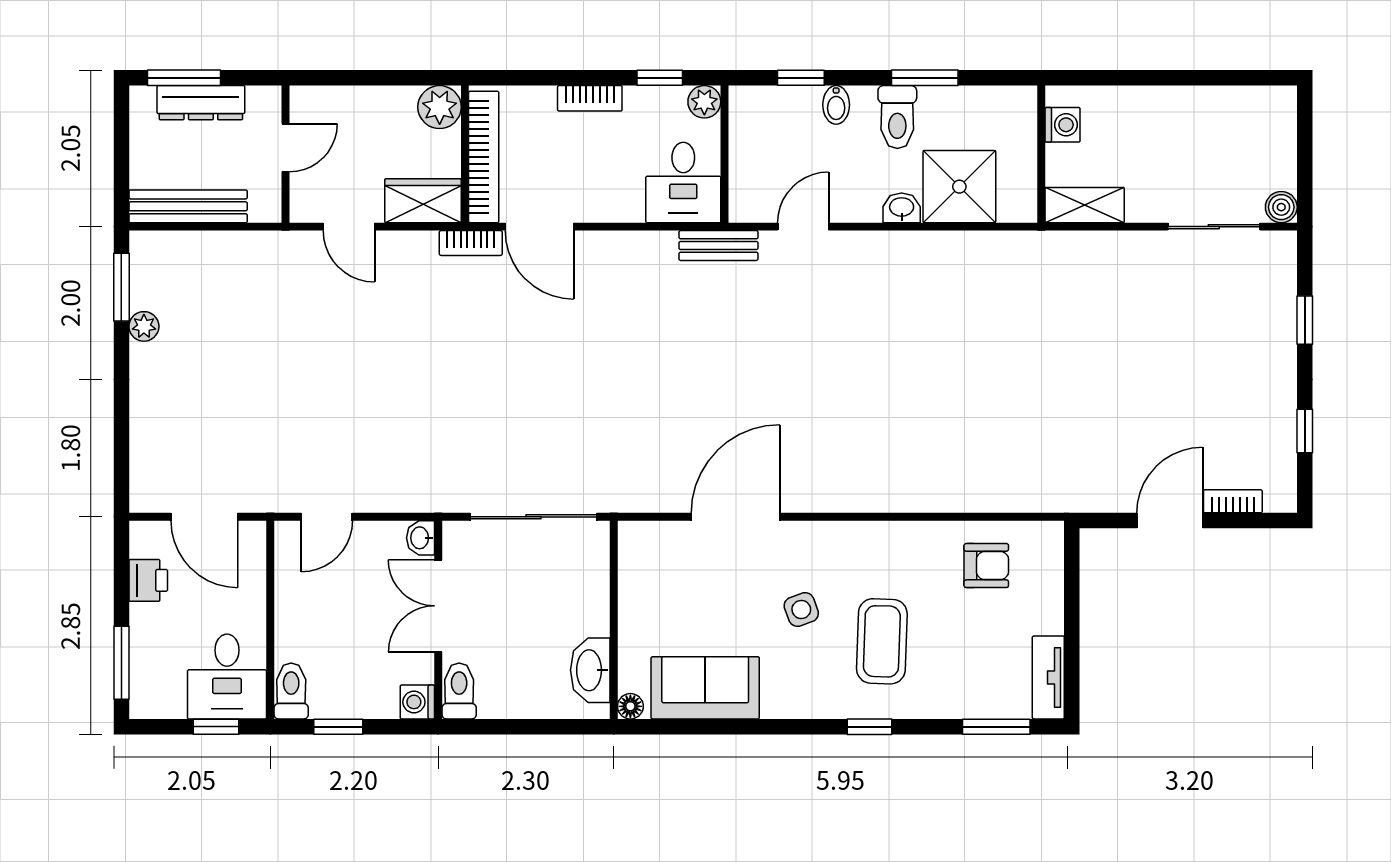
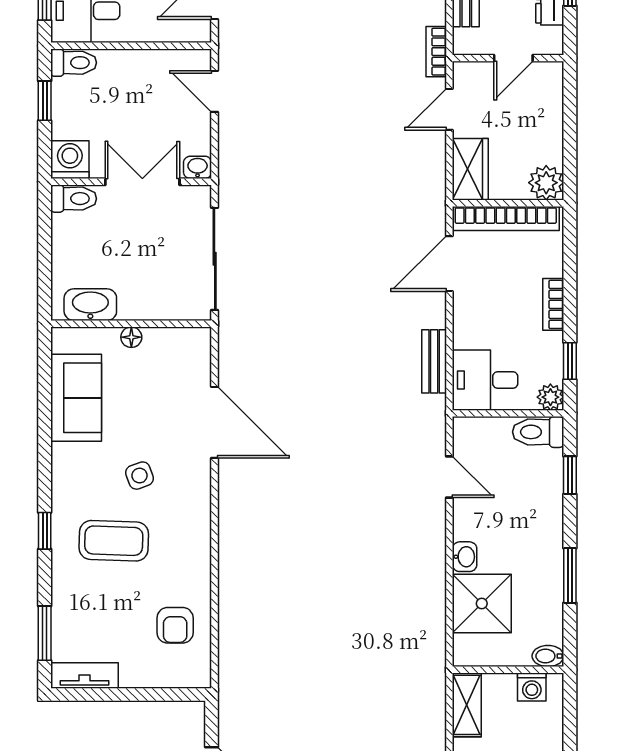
bidet: (836, 105) -> (548, 656), moved
toilet: (897, 117) -> (538, 432), moved
door: (286, 148) -> (513, 58), hinge flipped
bookcase: (471, 243) -> (436, 52), moved
bench: (718, 246) -> (434, 361), moved
washing machine: (417, 702) -> (70, 160), width x1.38, depth x1.38
floor lamp: (630, 706) -> (131, 337), moved

